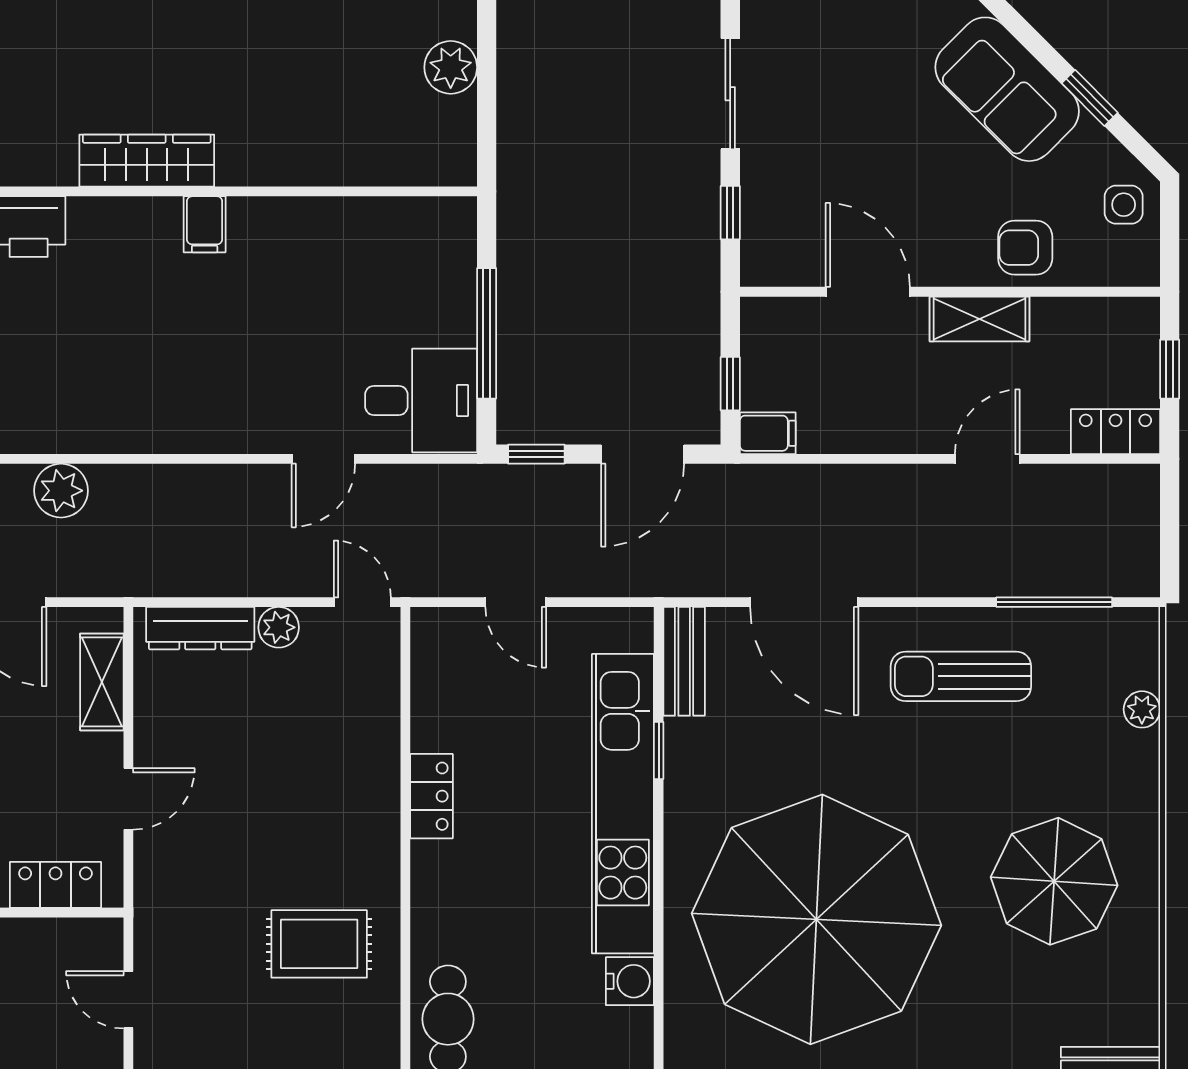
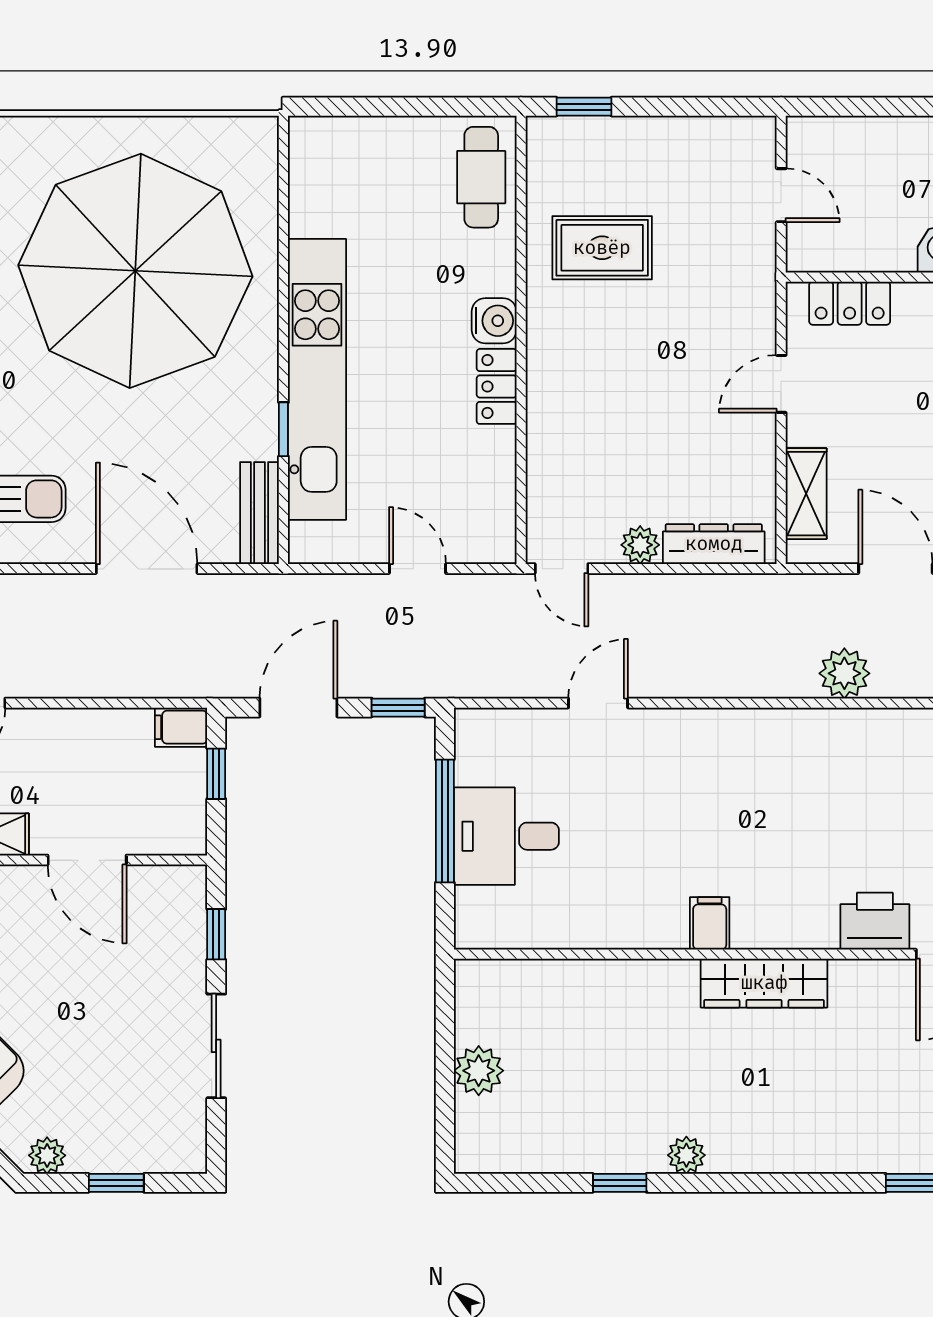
desk: (421, 400) -> (506, 836), moved
water cooler: (630, 981) -> (494, 321), moved, turned 180

